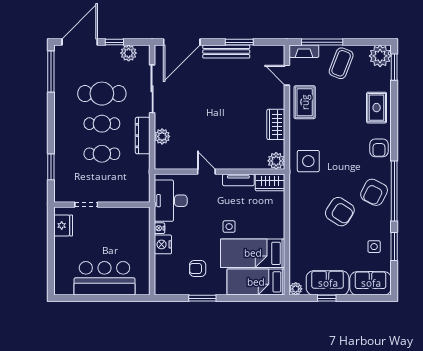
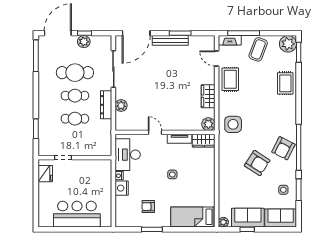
plant: (129, 53) -> (84, 42), moved
armchair: (379, 148) -> (287, 114), removed
bed: (253, 253) -> (190, 195), removed

